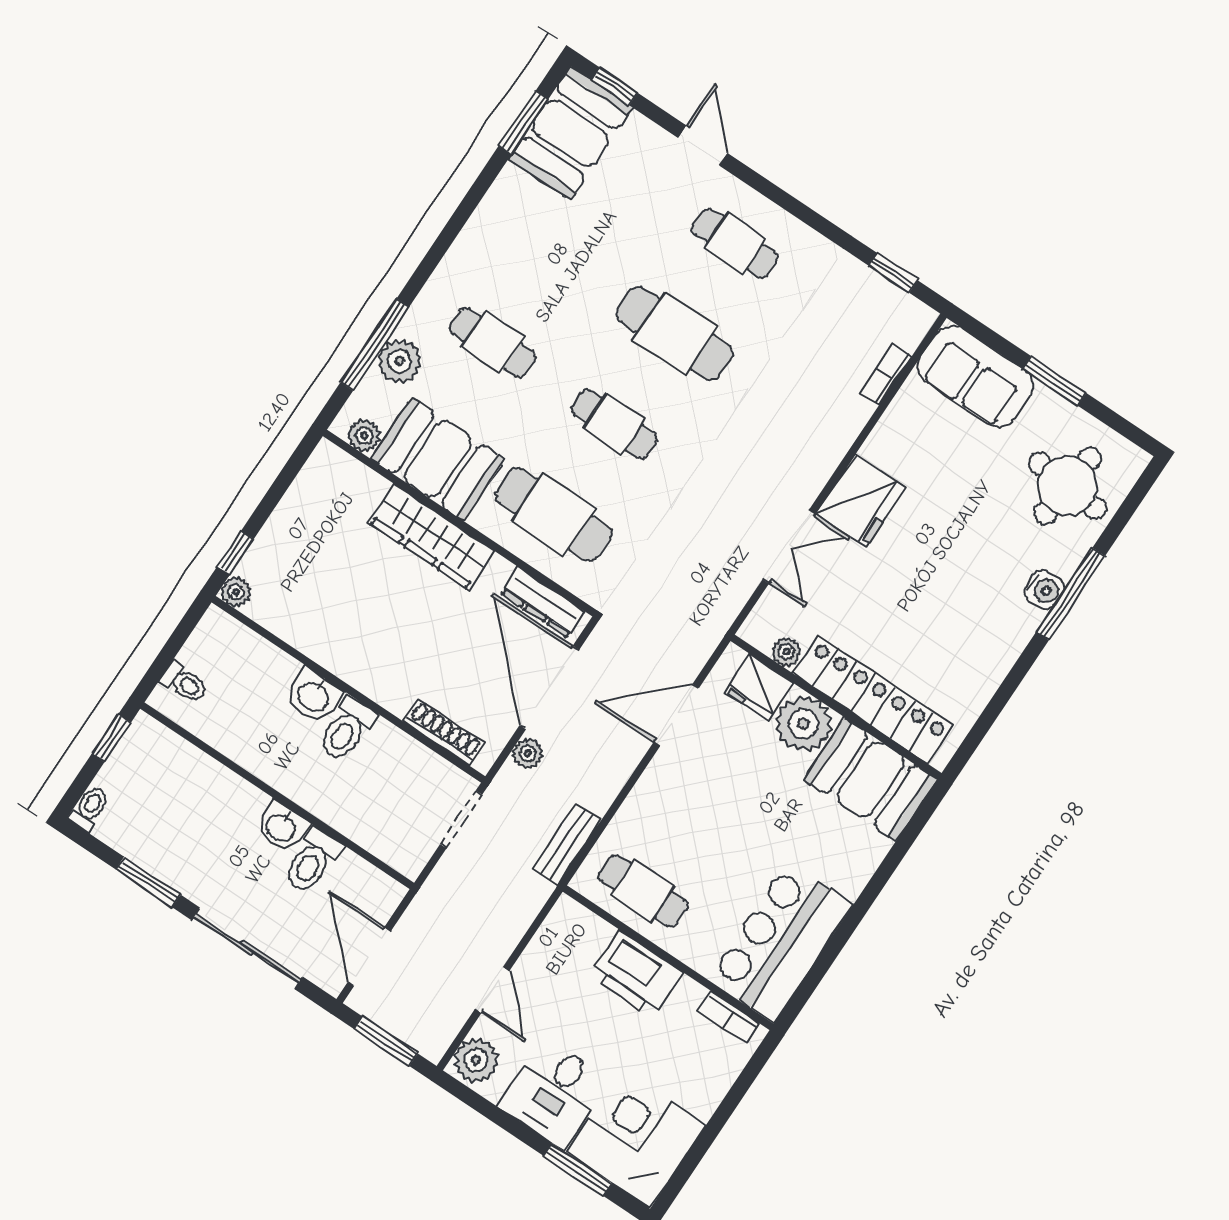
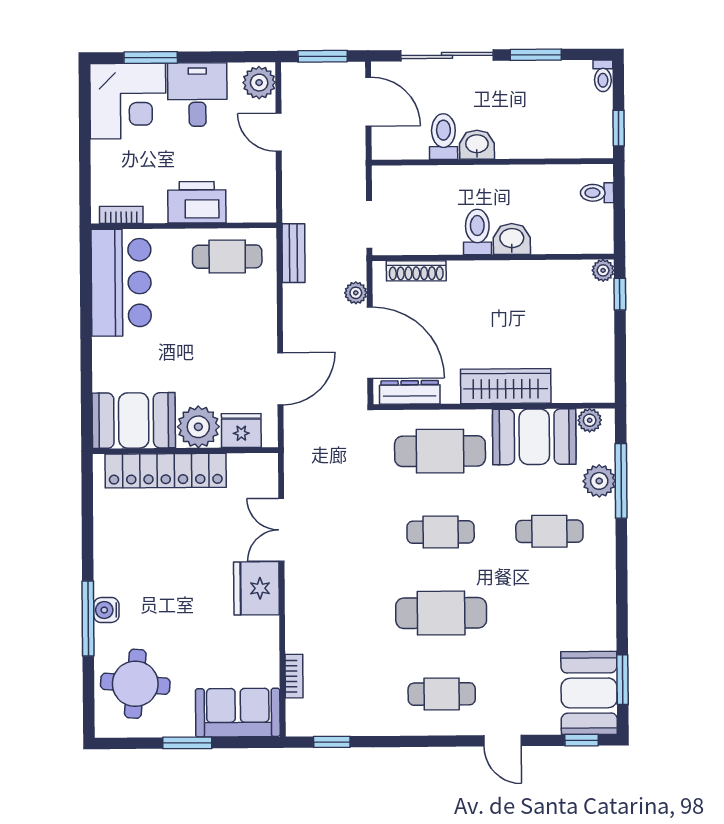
plant: (786, 652) -> (239, 464), removed

